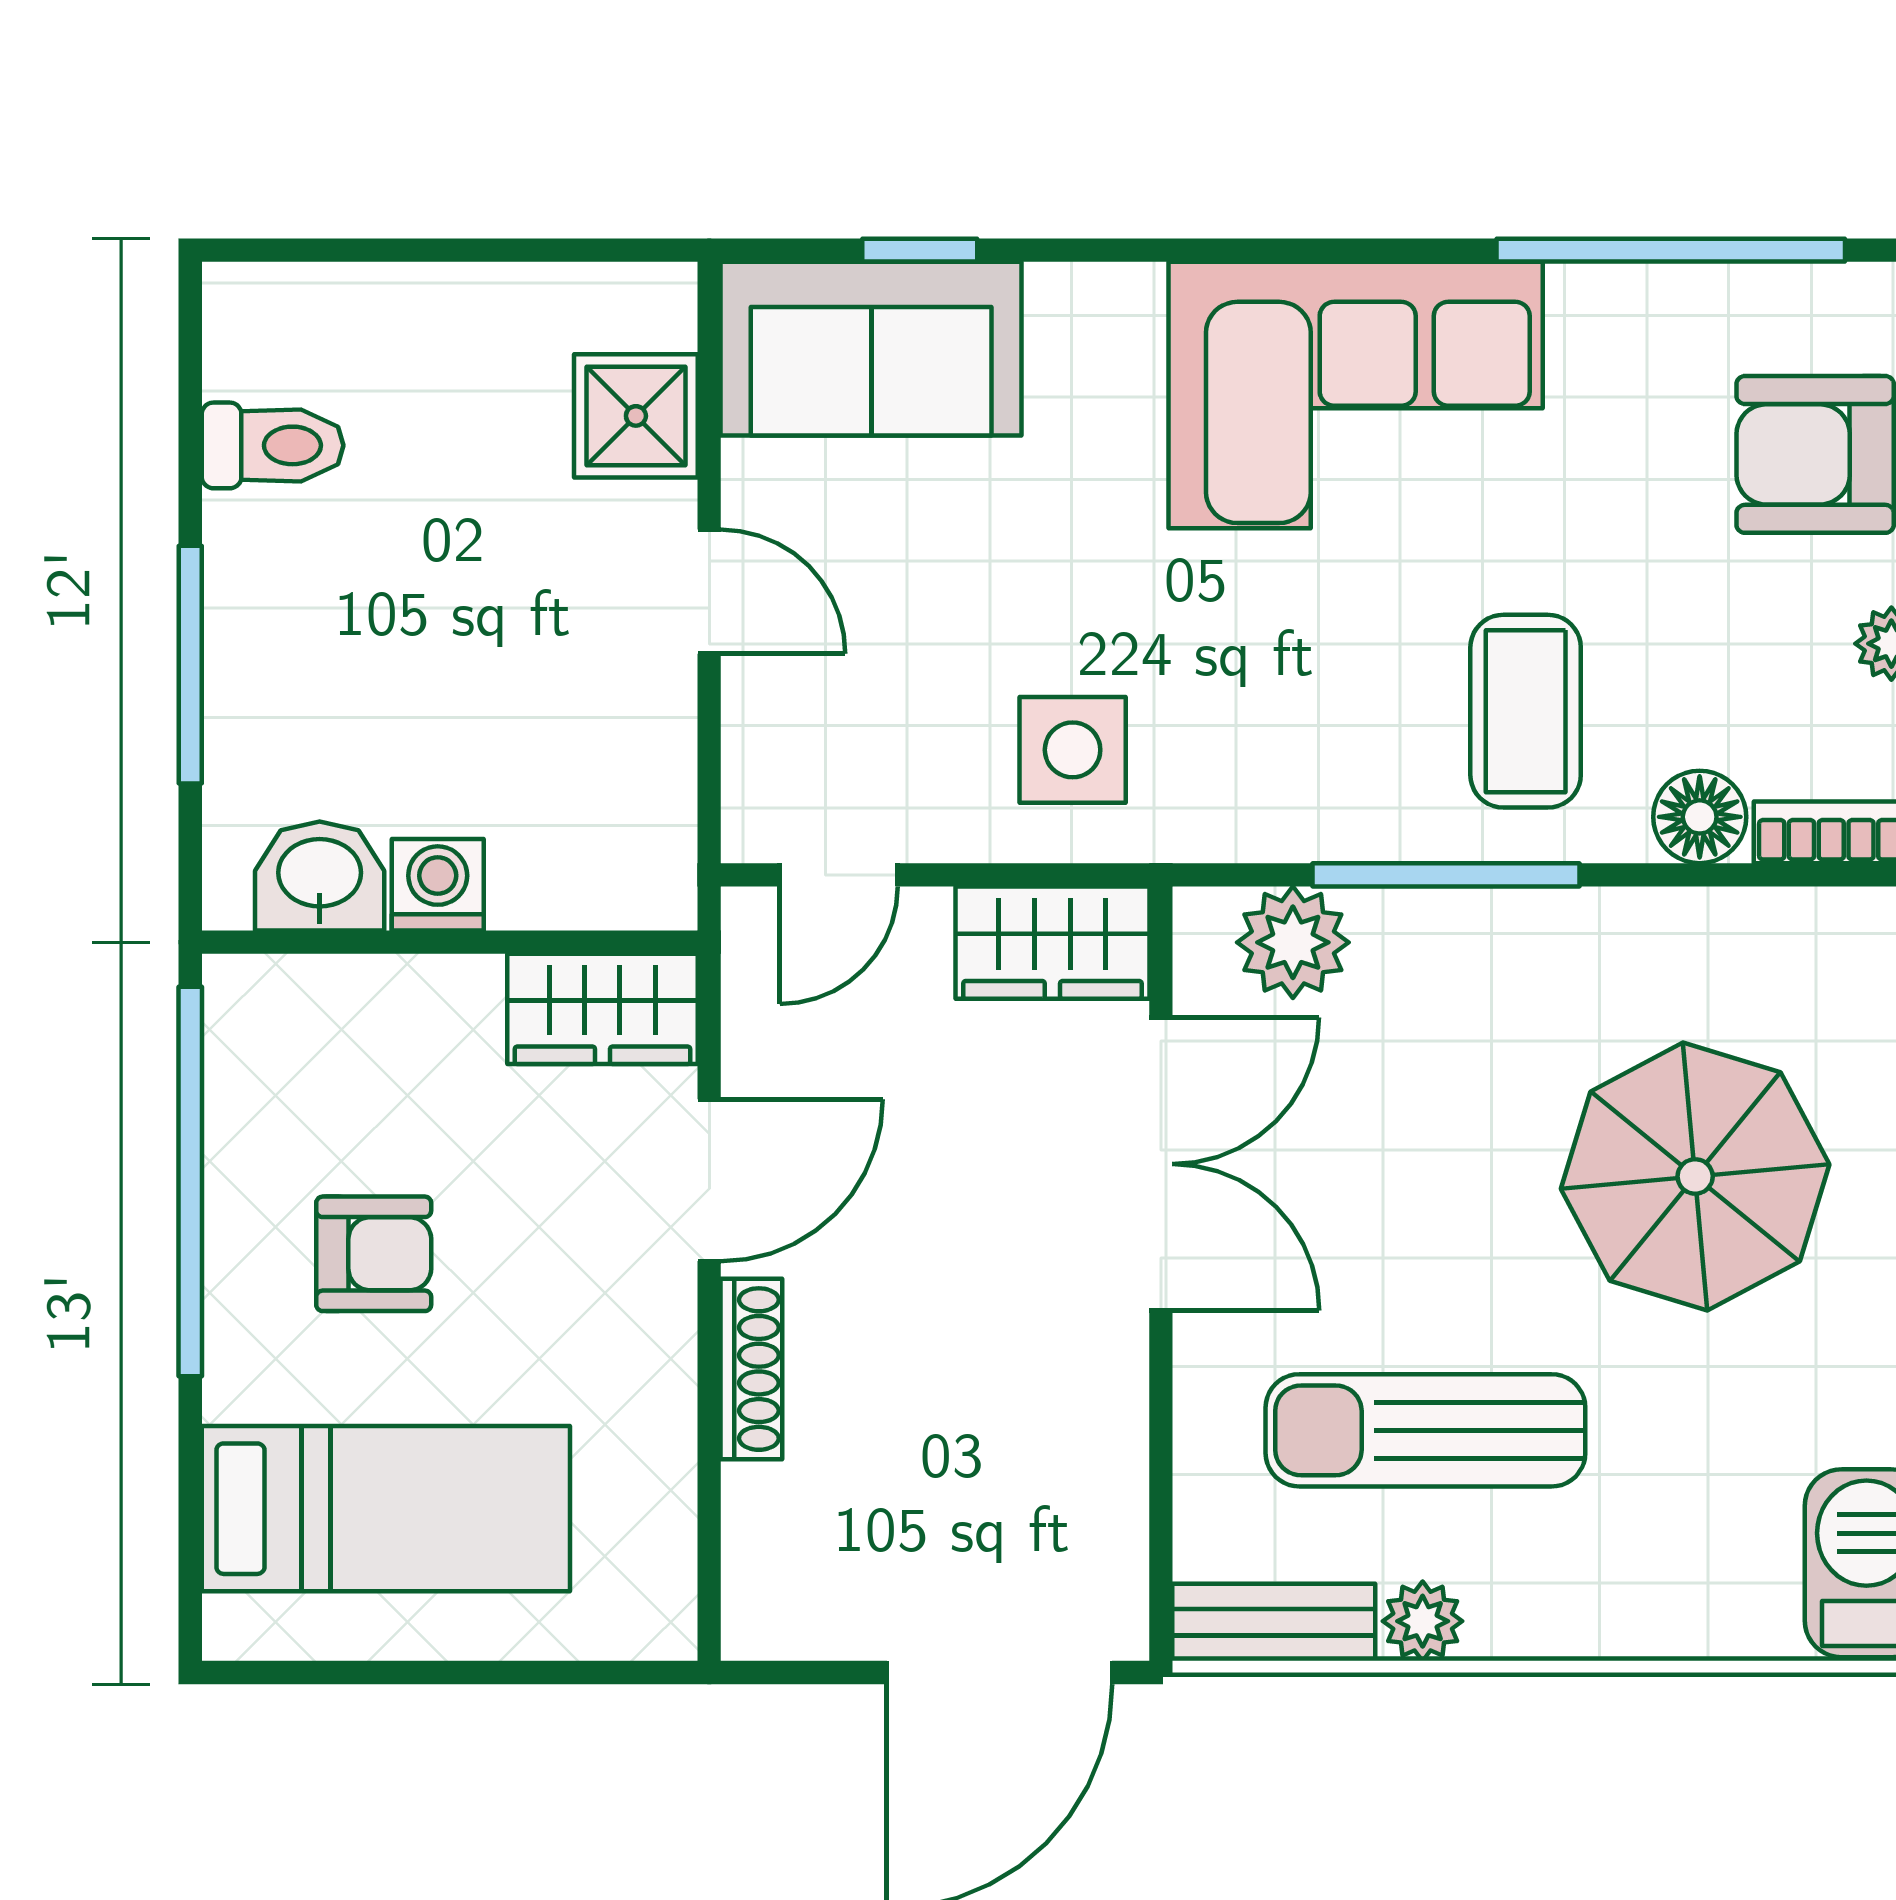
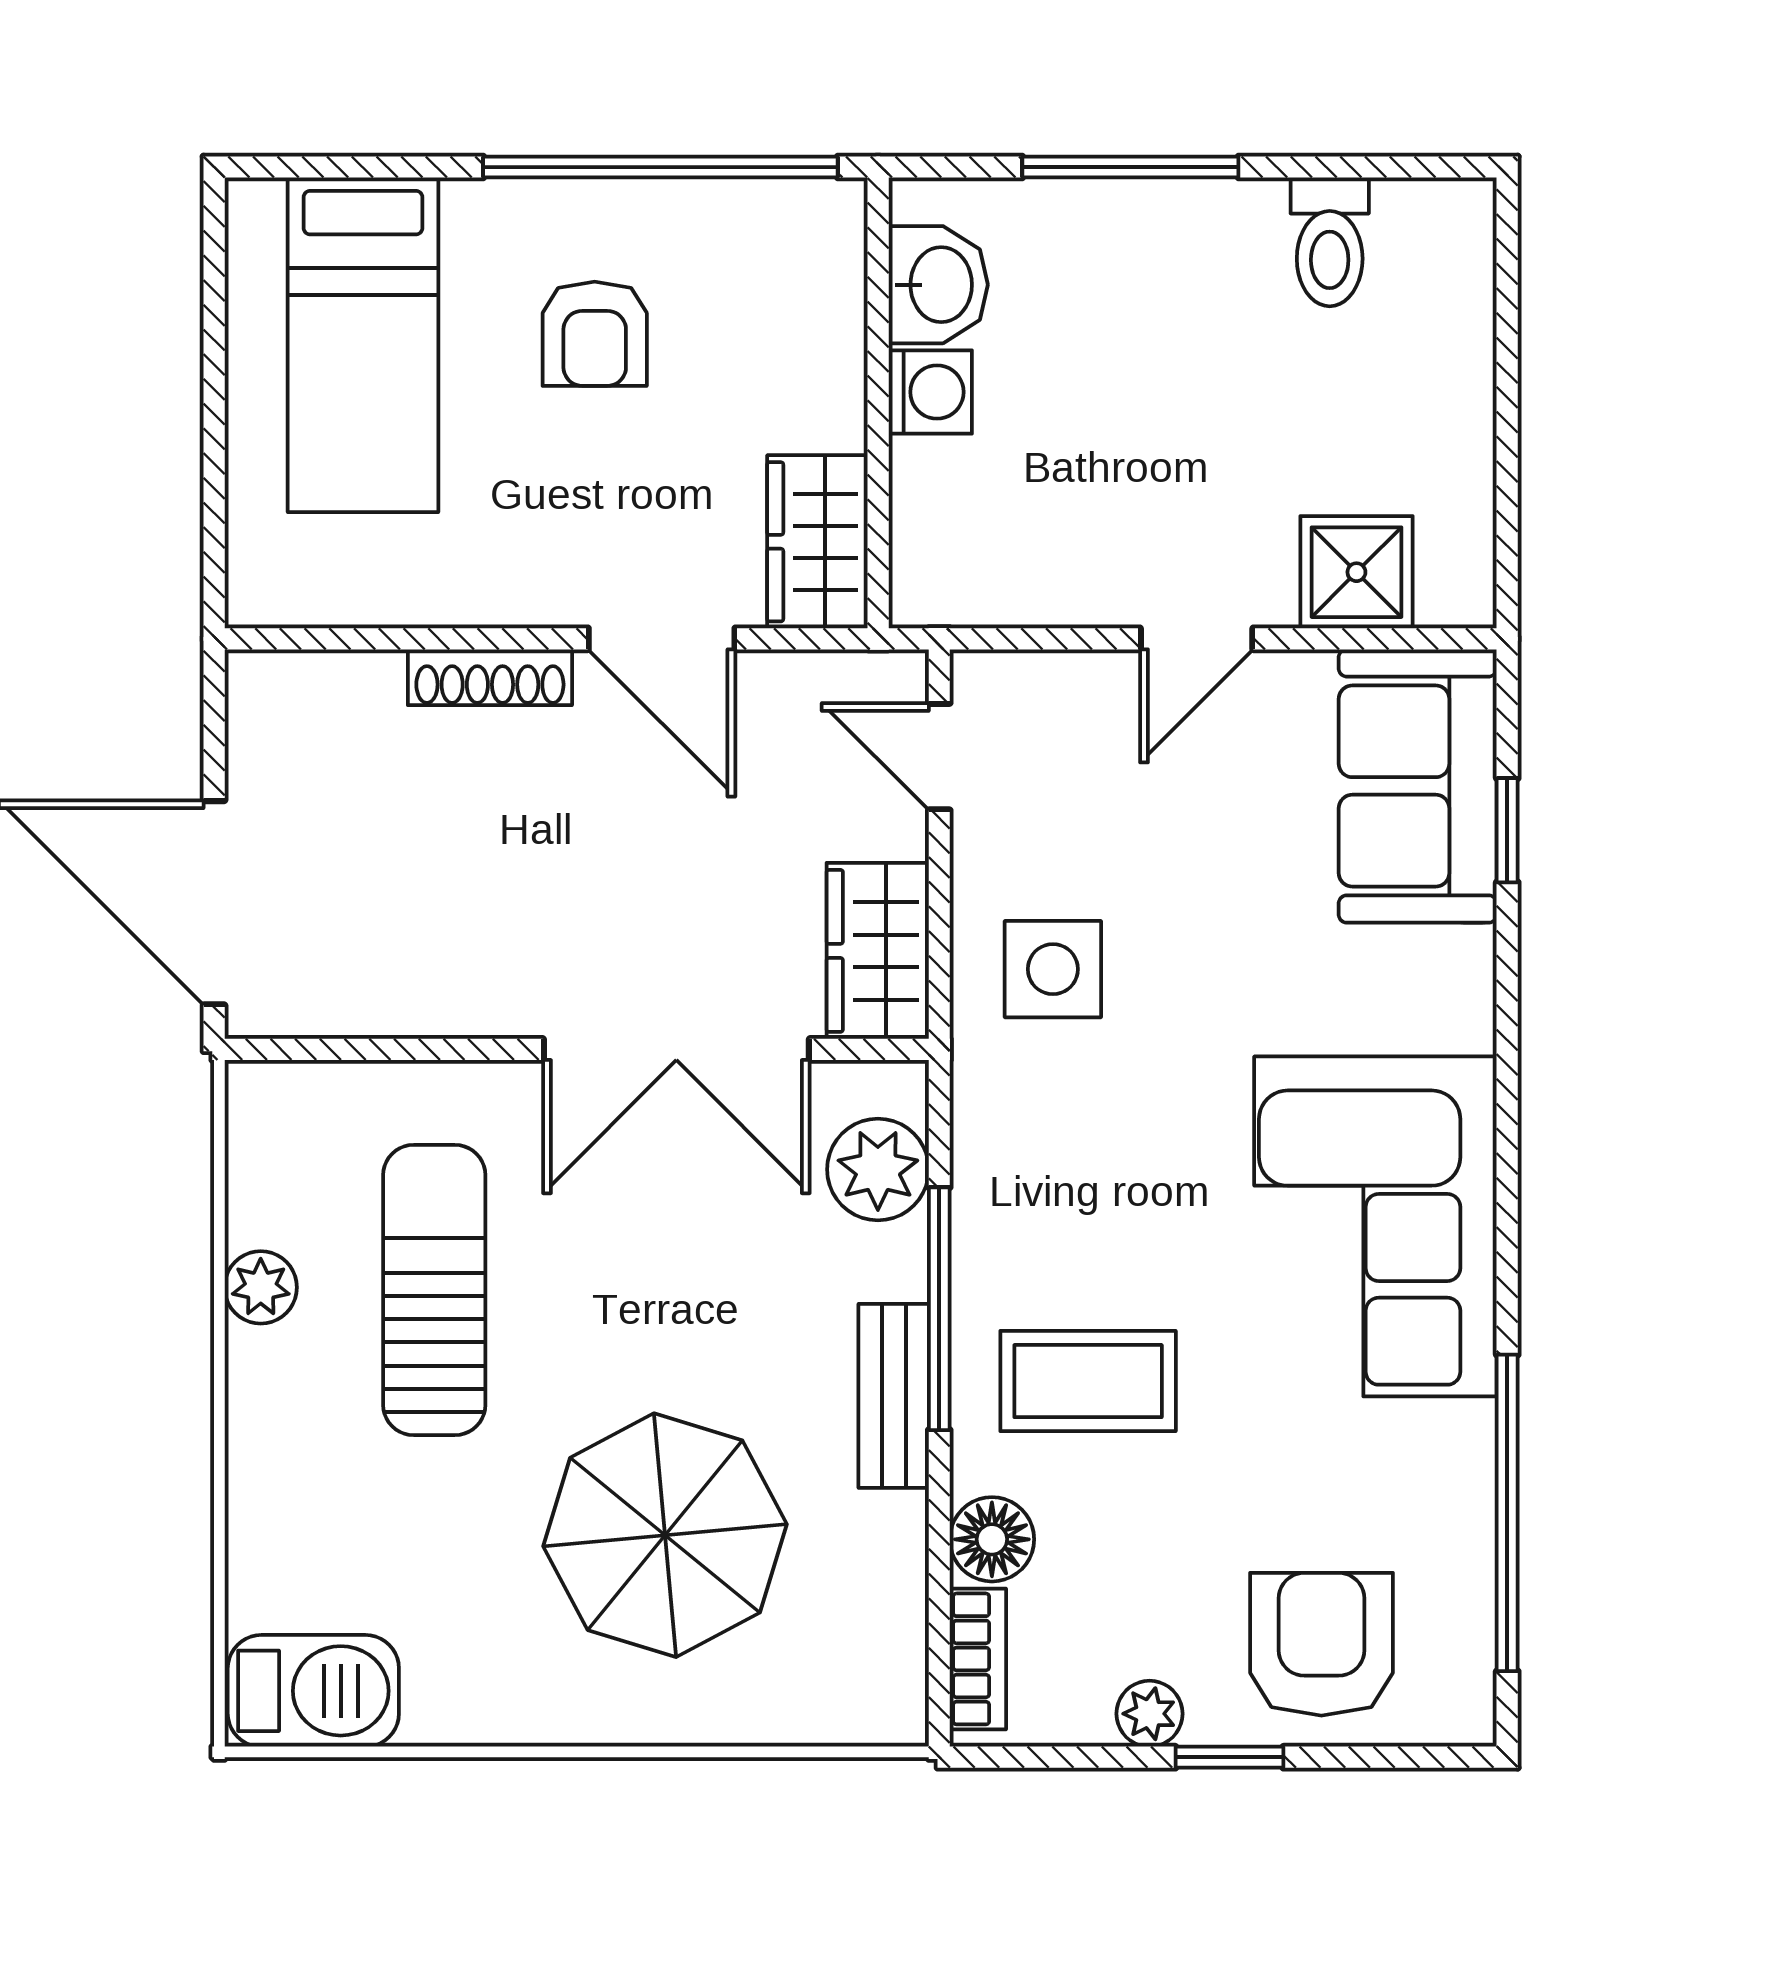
bench: (1274, 1622) -> (894, 1396), moved

